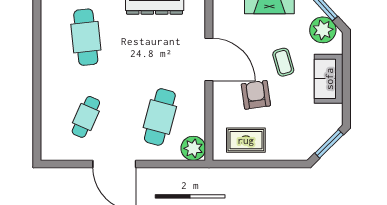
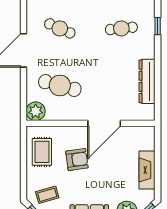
cafe table: (86, 37) -> (121, 28), width x0.73, depth x0.74
coffee table: (283, 62) -> (47, 195), moved

